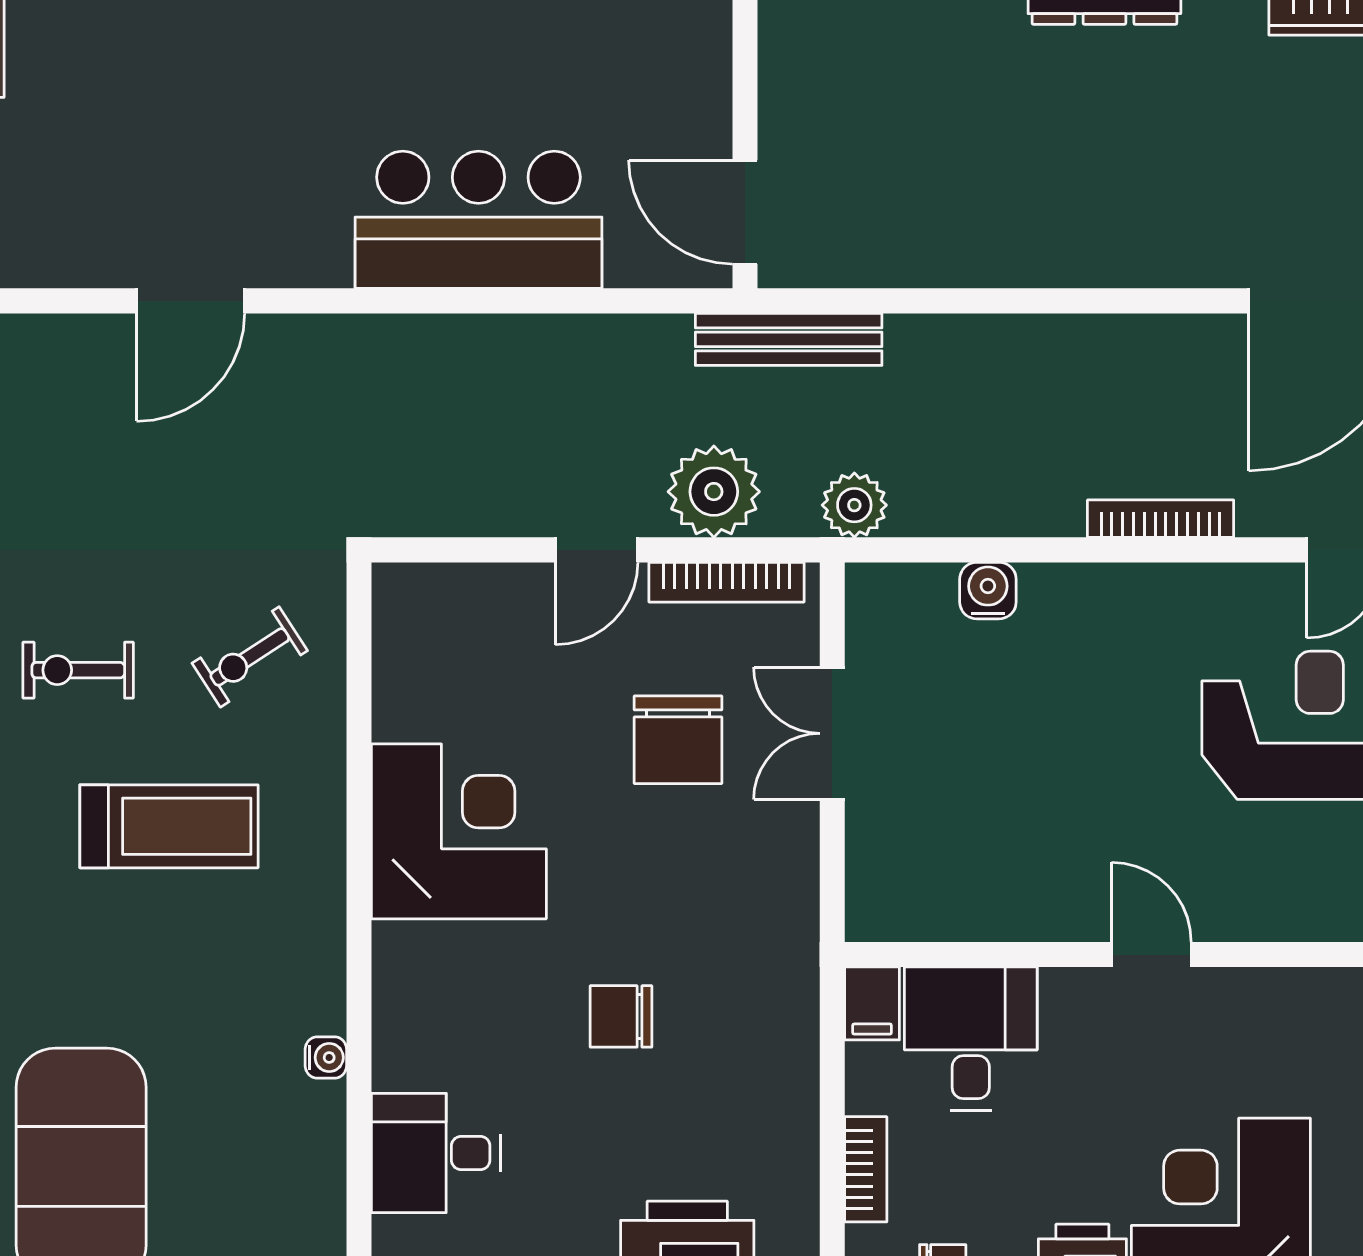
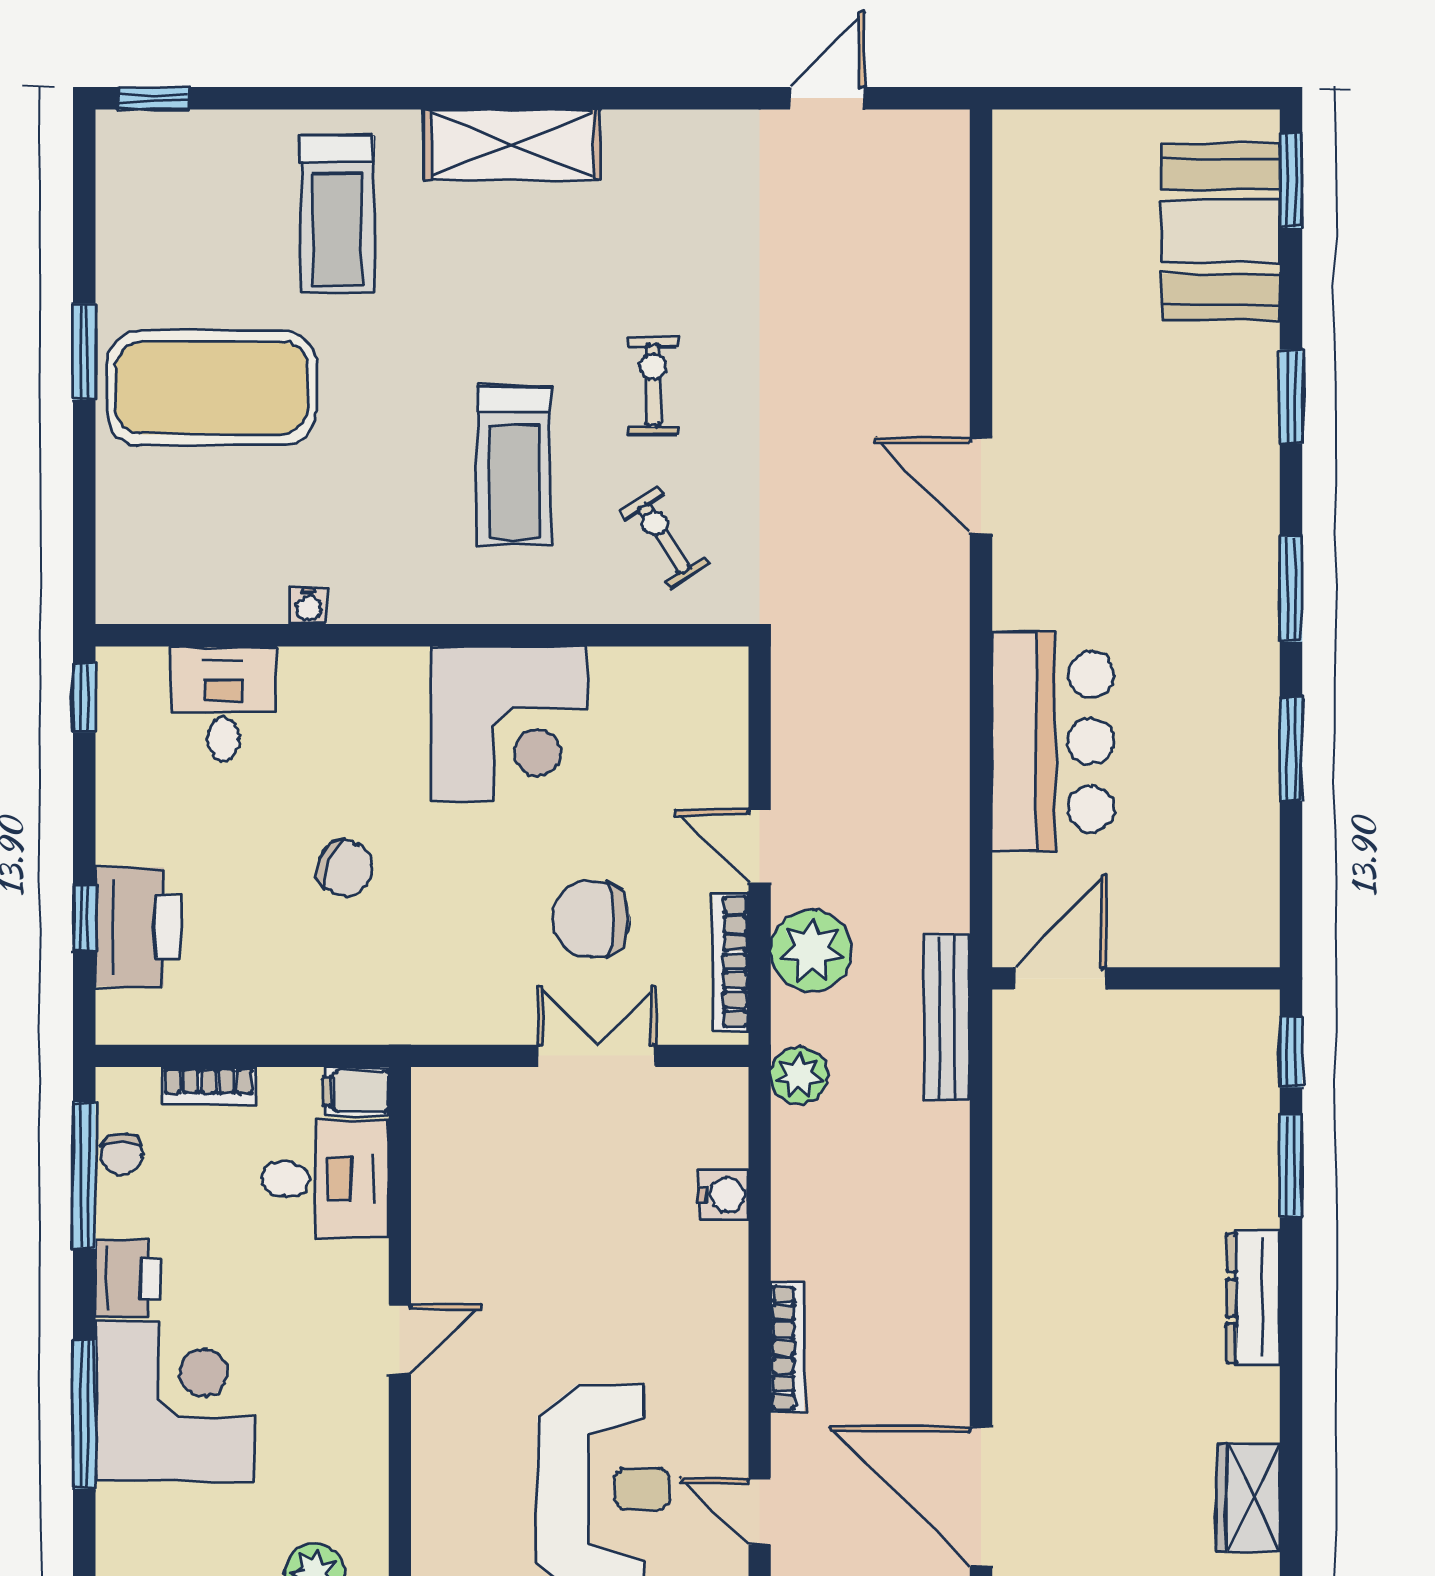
chair: (621, 1016) -> (345, 868), turned 112

